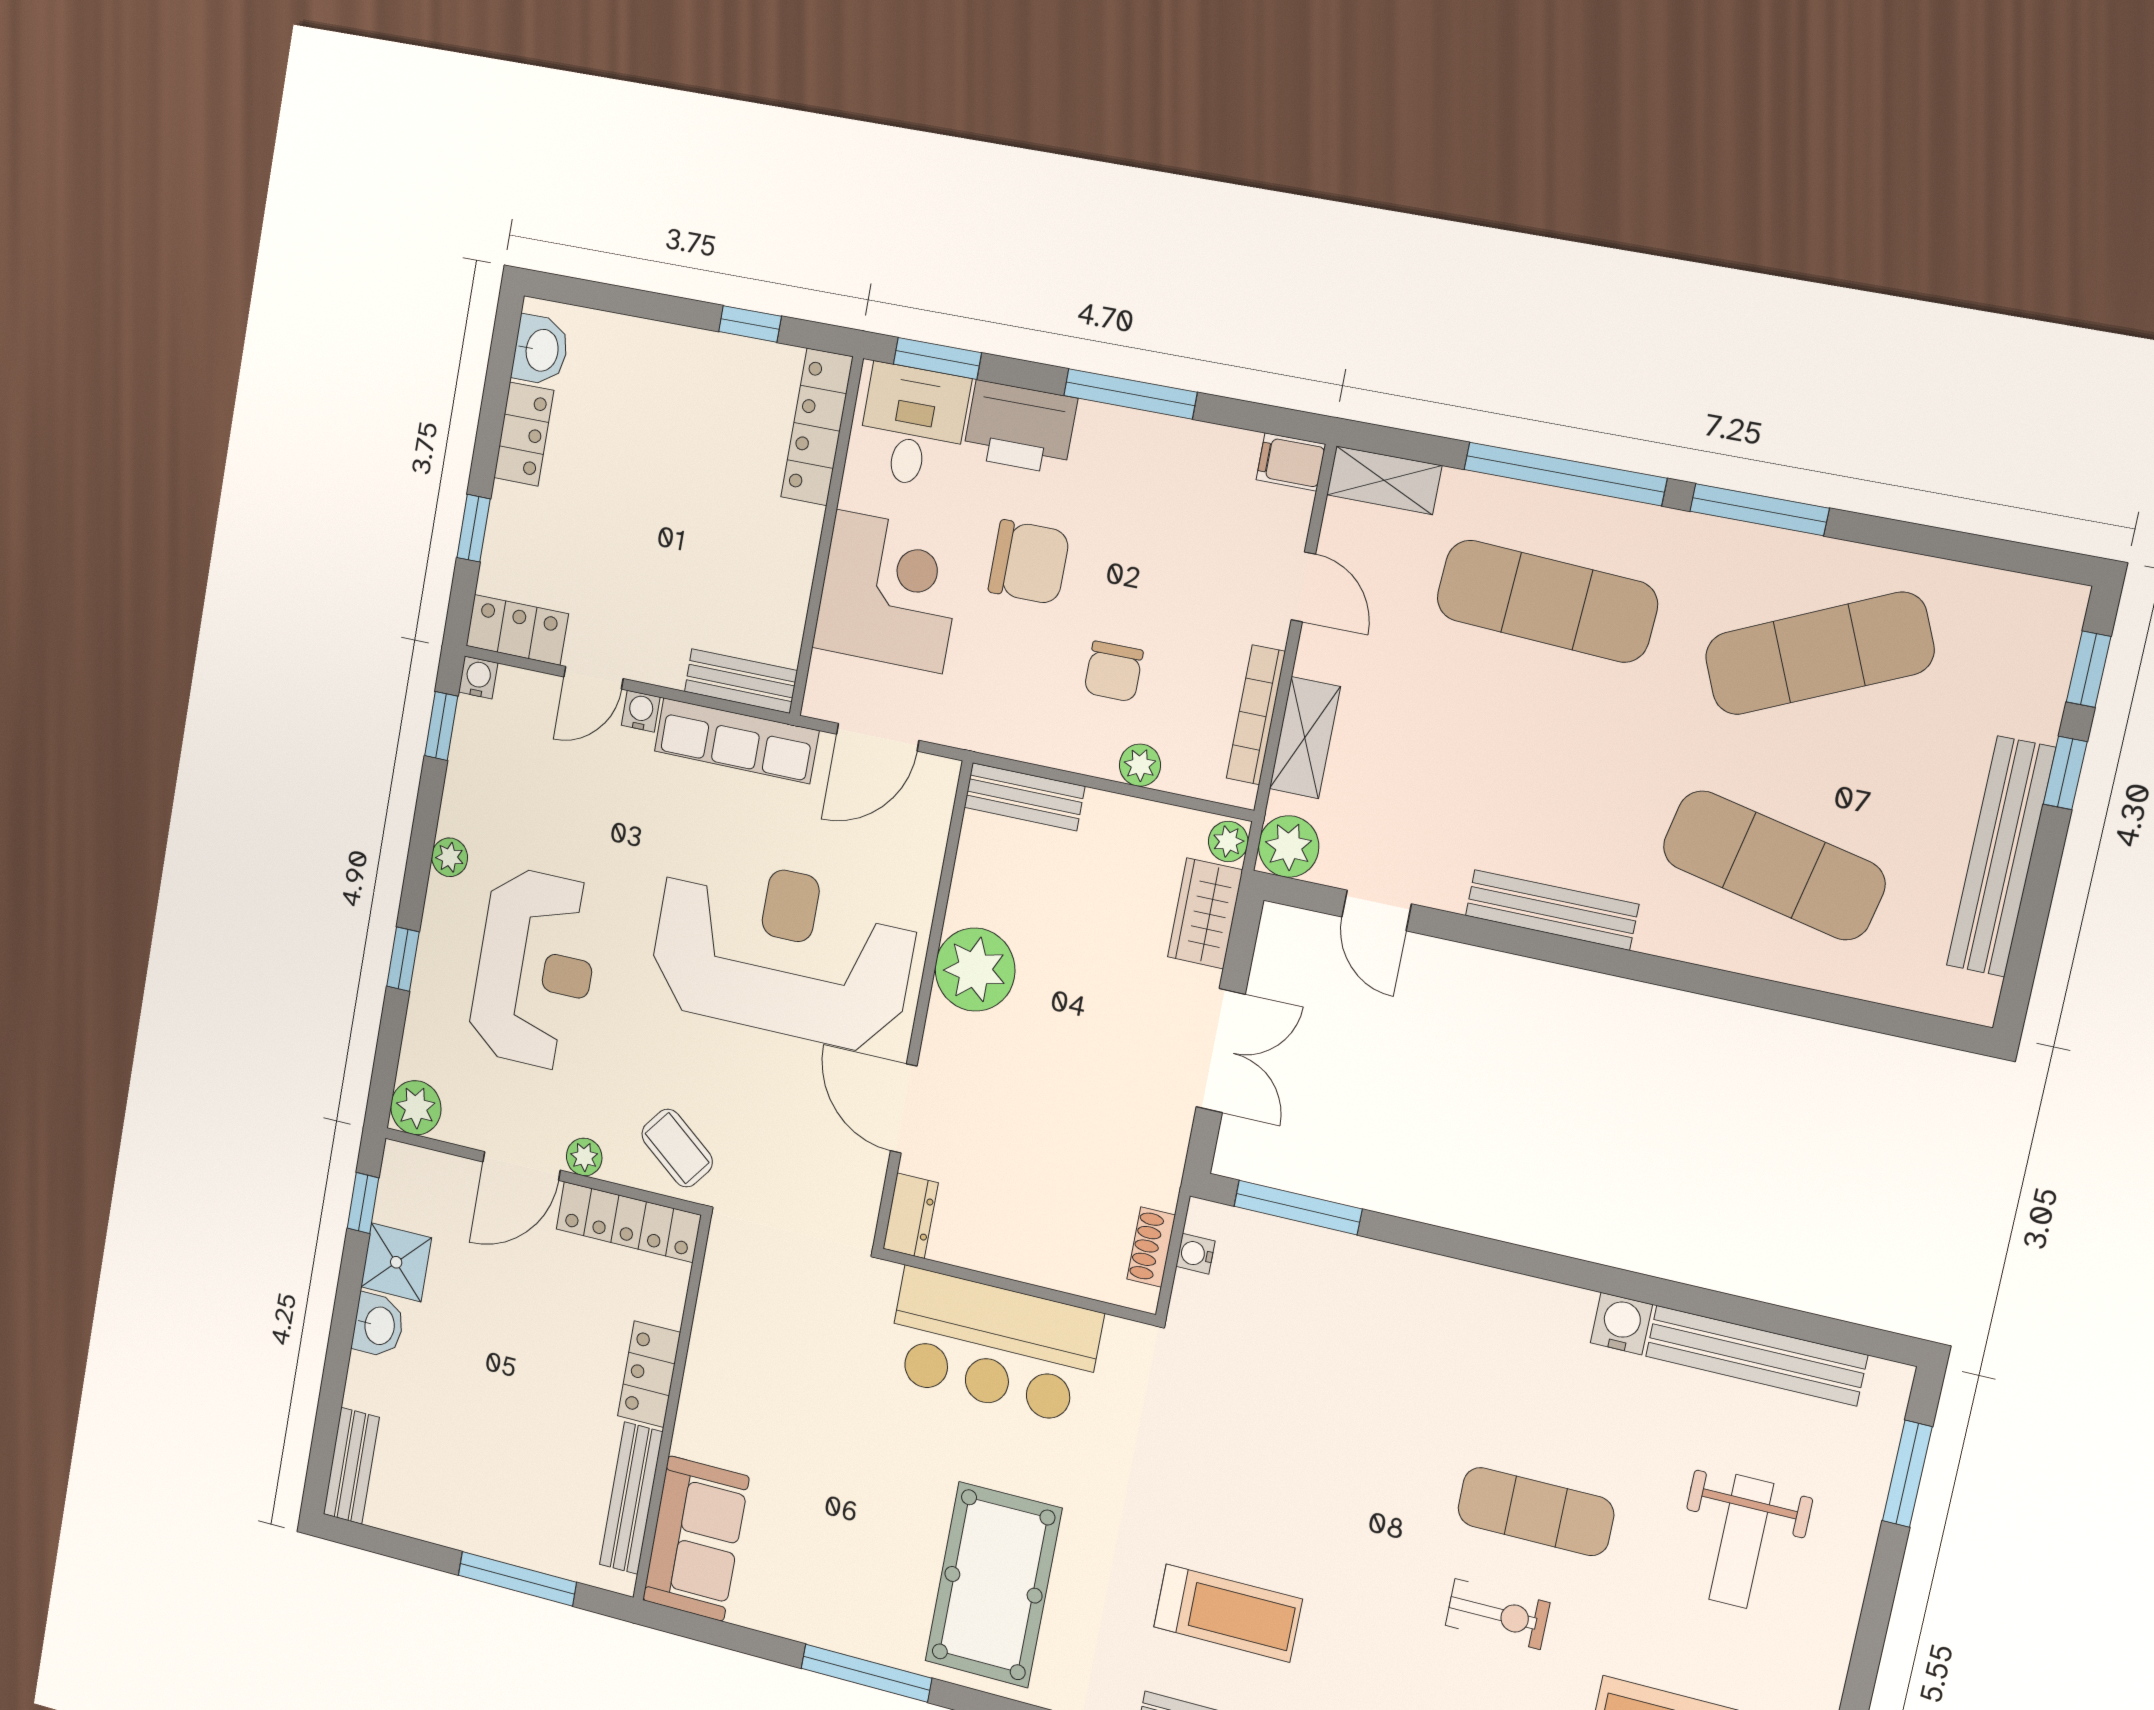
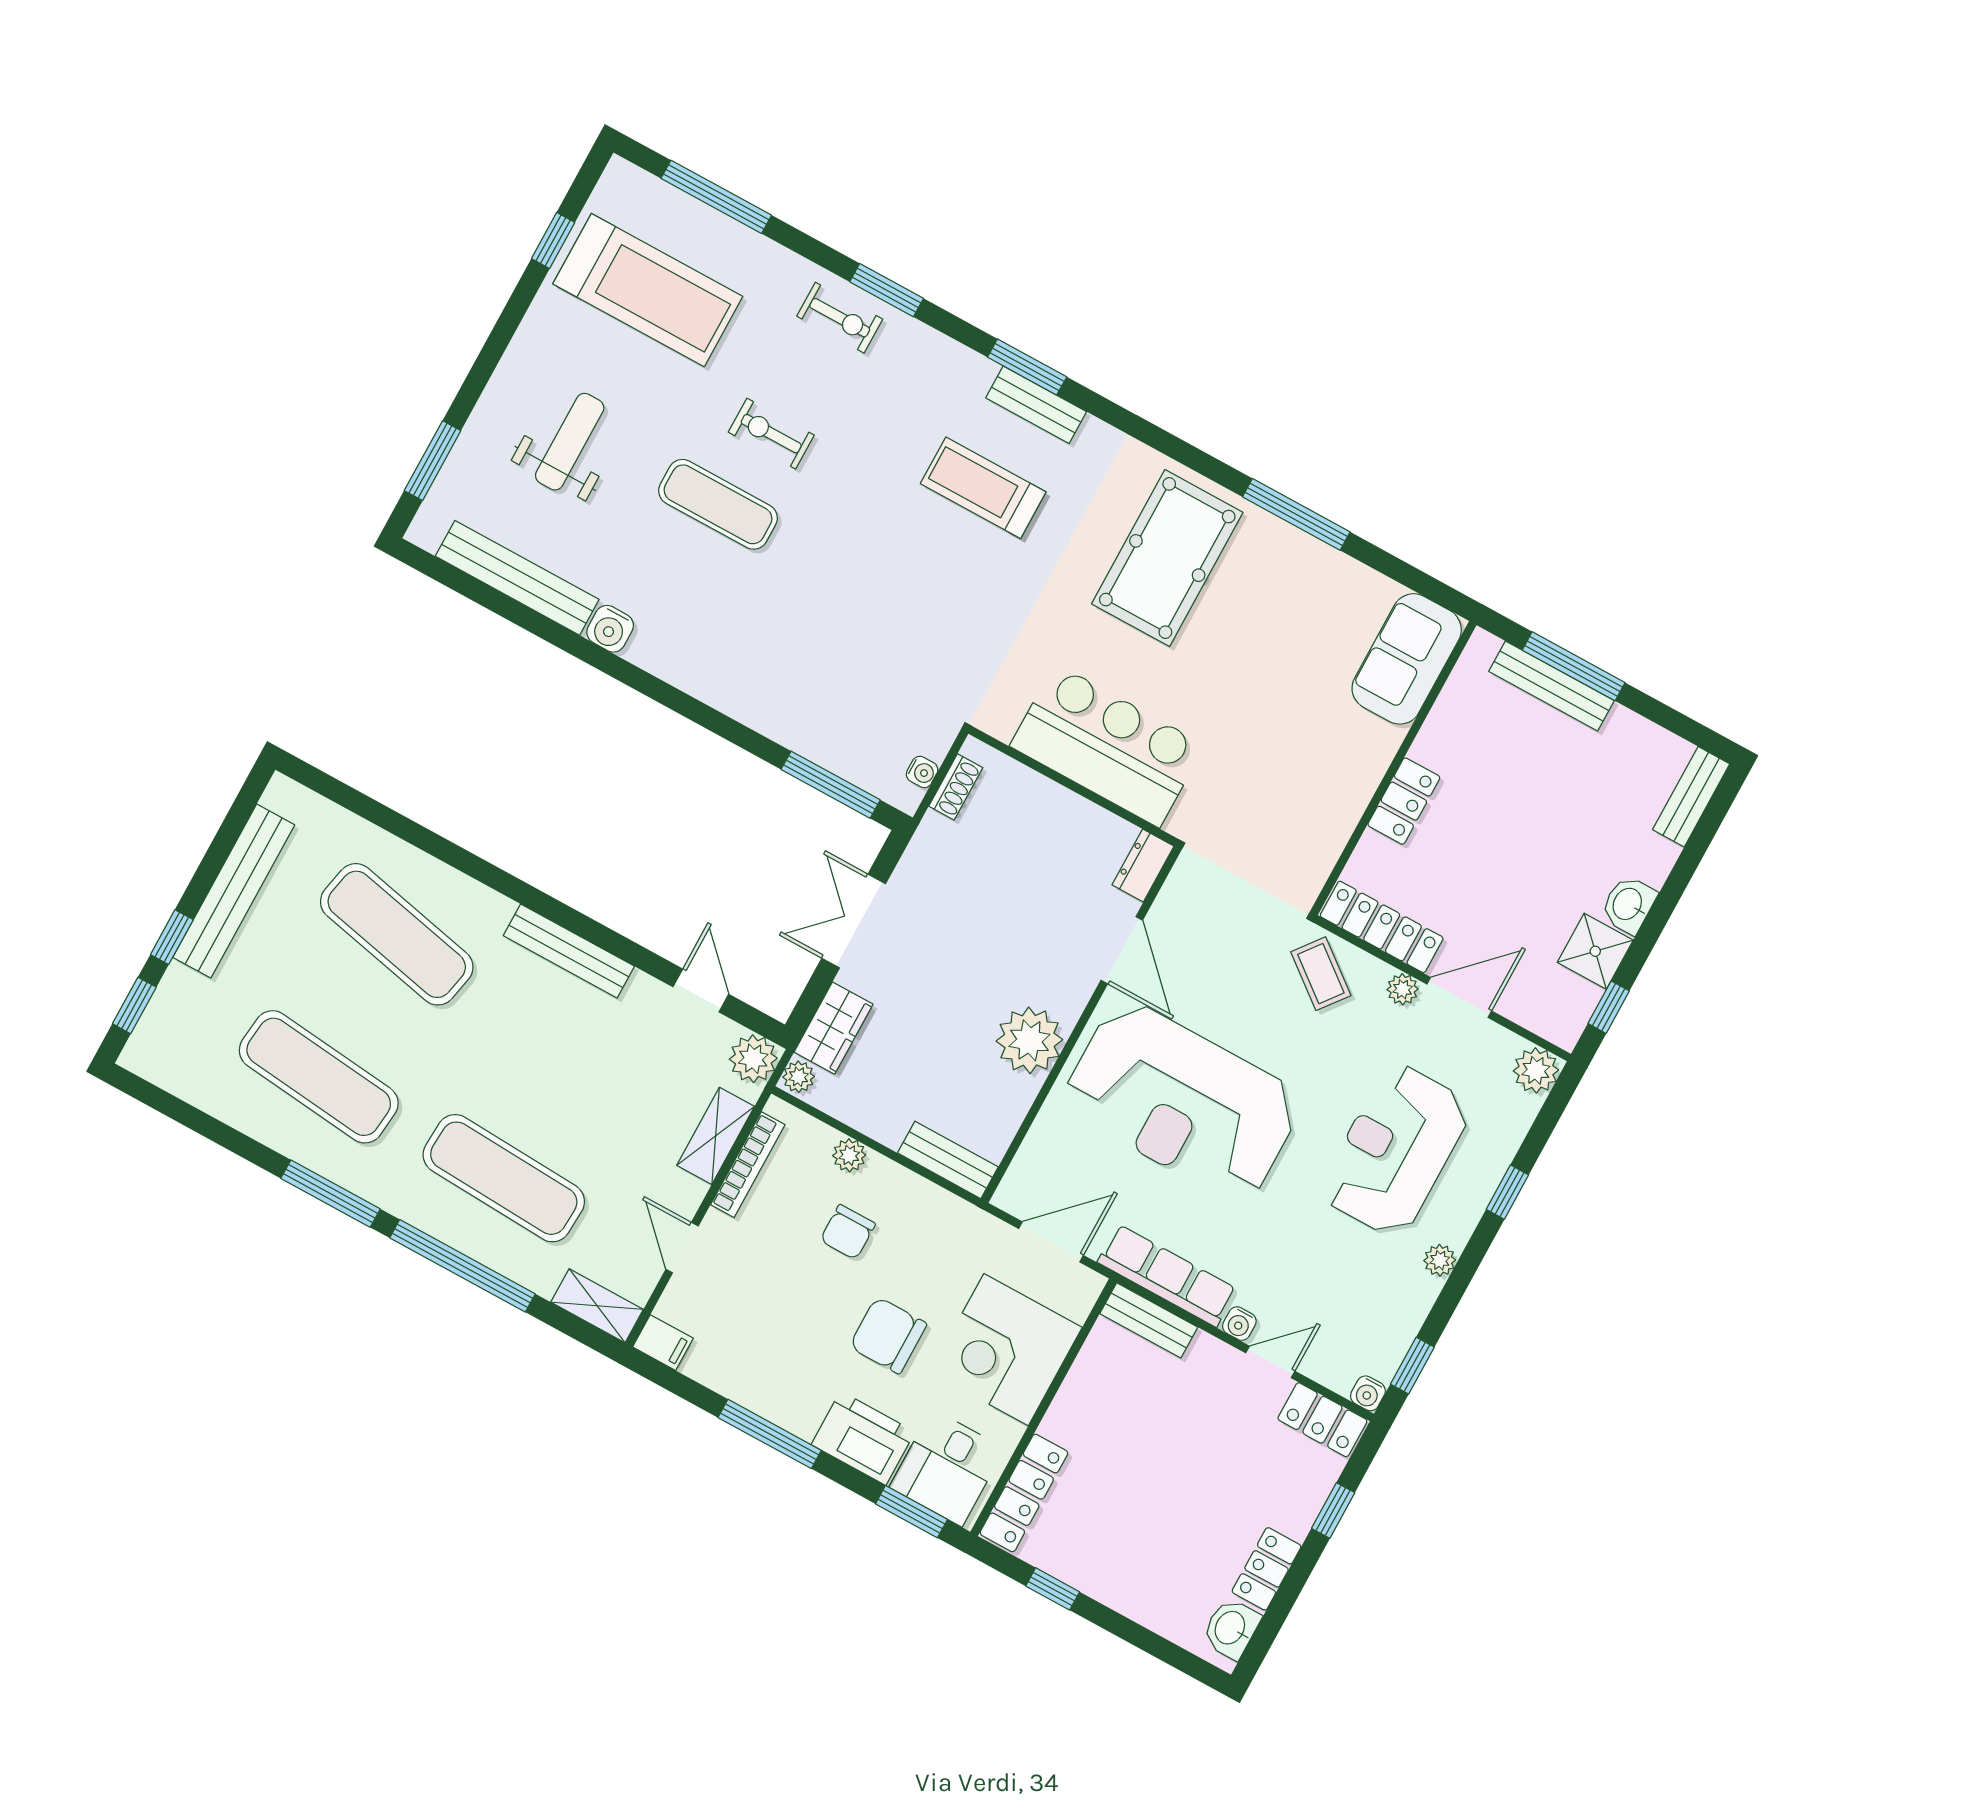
exercise mat: (1819, 653) -> (319, 1077), turned 30
chair: (1114, 672) -> (848, 1232), turned 180
bench: (631, 1498) -> (1551, 686), moved, turned 90

